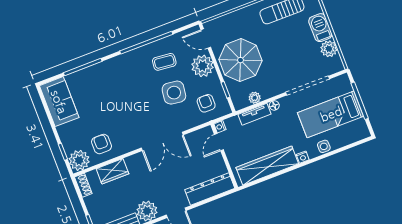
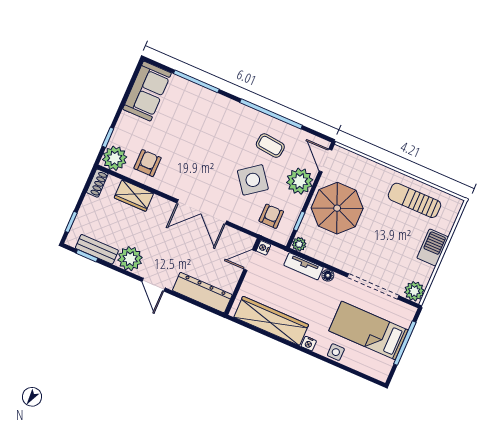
plant: (329, 49) -> (414, 291), moved
side table: (174, 93) -> (253, 180), turned 45
plant: (255, 98) -> (299, 244), moved

